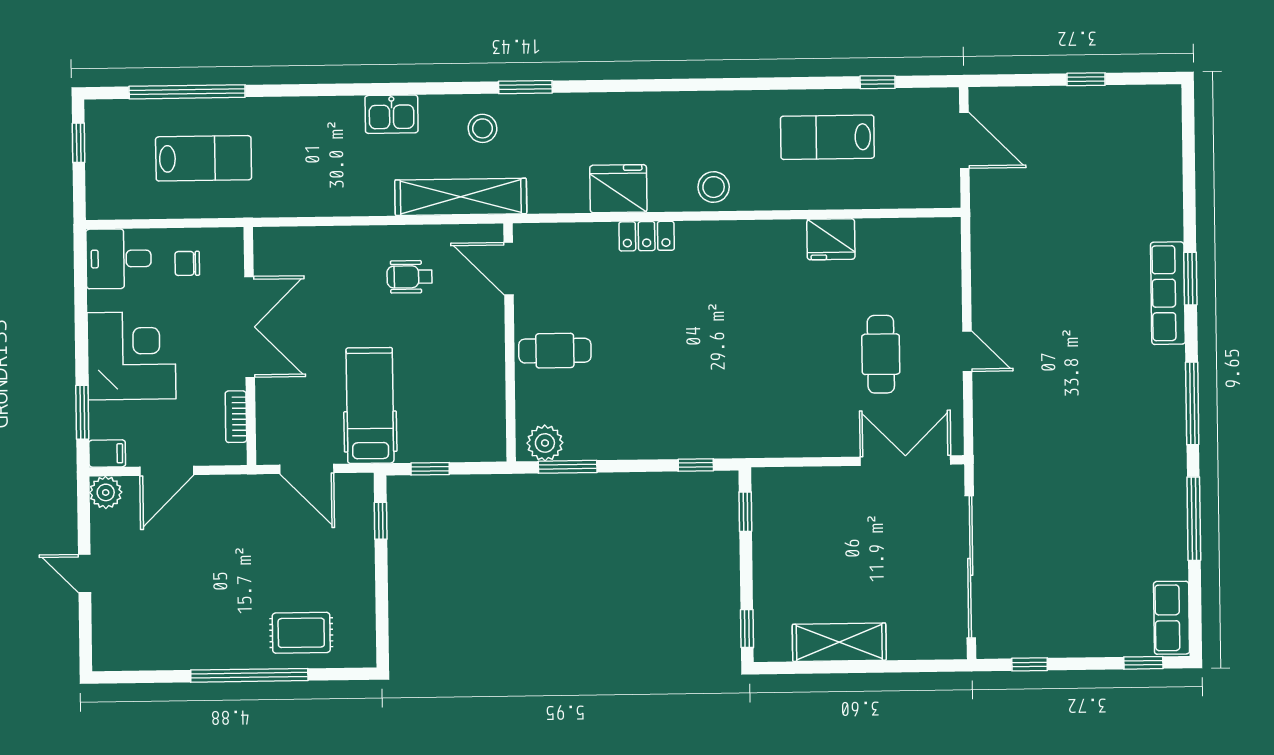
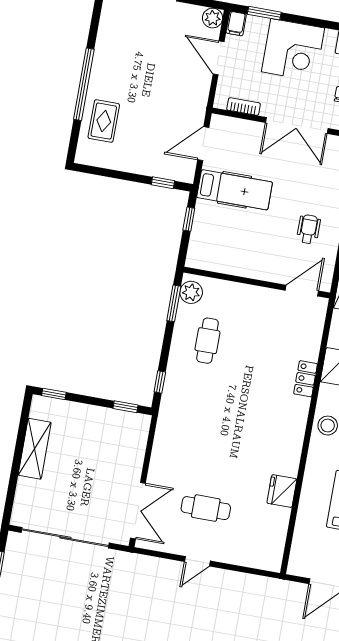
cafe table: (555, 351) -> (207, 341), moved

